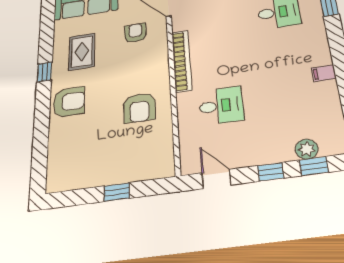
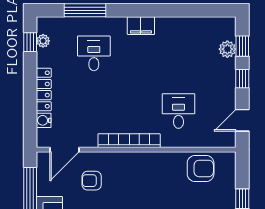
filing cabinet: (324, 73) -> (141, 26), moved, width x2.00
armchair: (139, 108) -> (201, 168), moved

